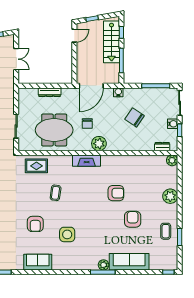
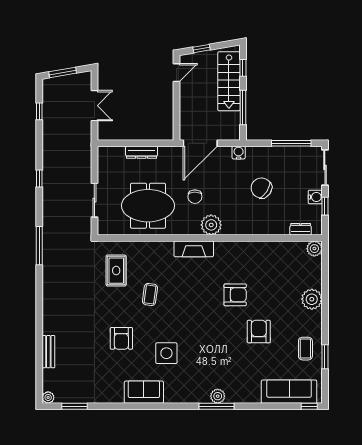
rug: (36, 166) -> (116, 271), moved, turned 90
sofa: (38, 262) -> (144, 392), moved
sofa: (129, 262) -> (289, 392), moved

